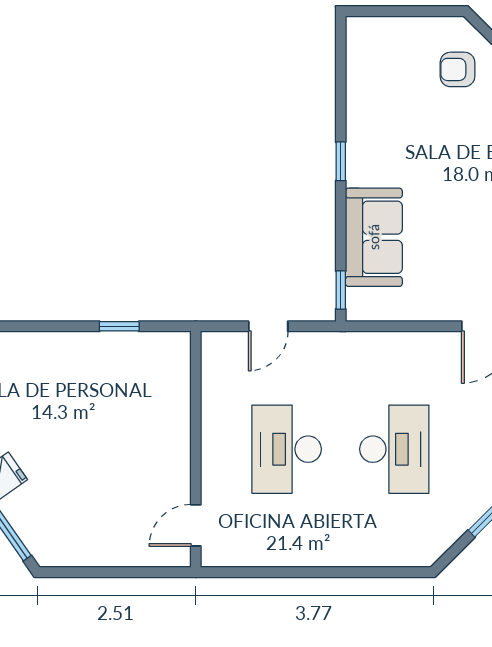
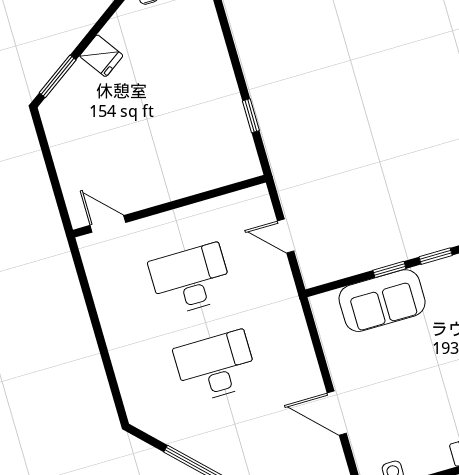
window: (341, 290) -> (389, 269), moved
desk: (394, 449) -> (216, 366), turned 180

